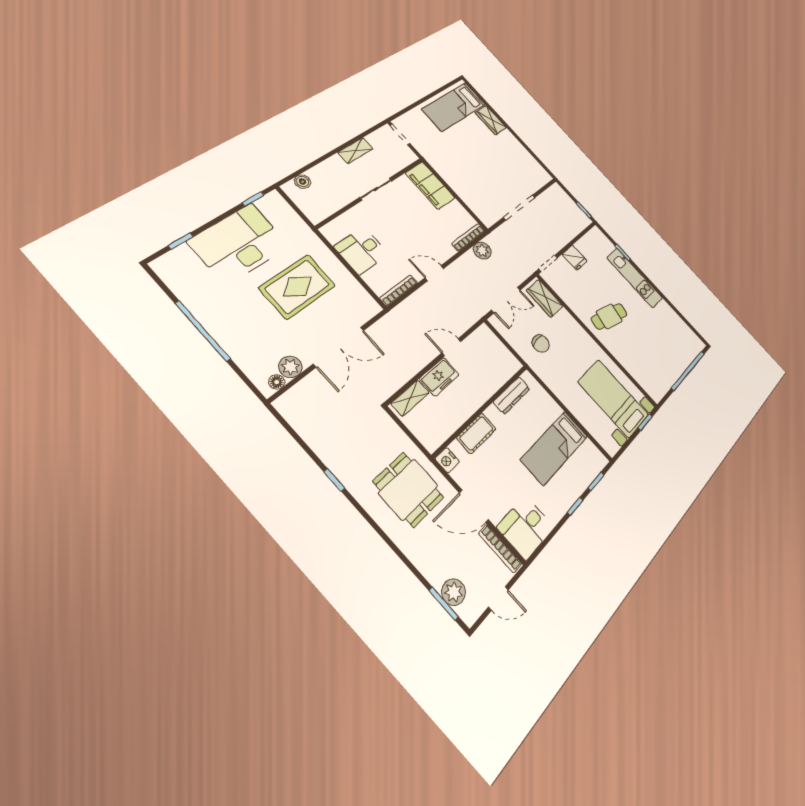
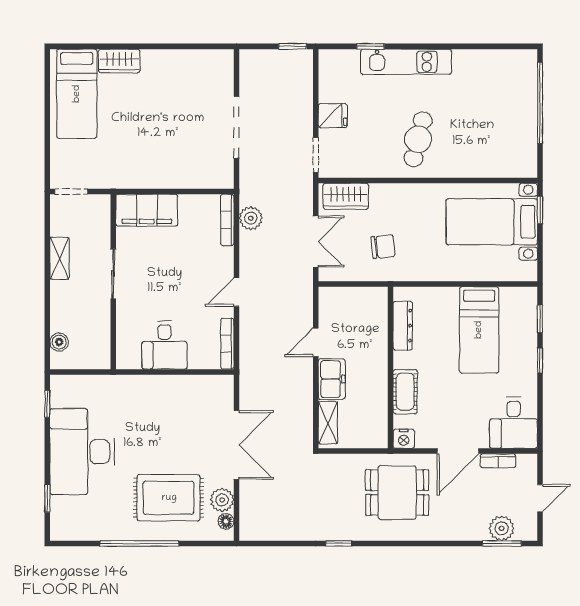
rug: (297, 287) -> (169, 498), moved, turned 90
bookcase: (500, 549) -> (498, 461), width x0.64

